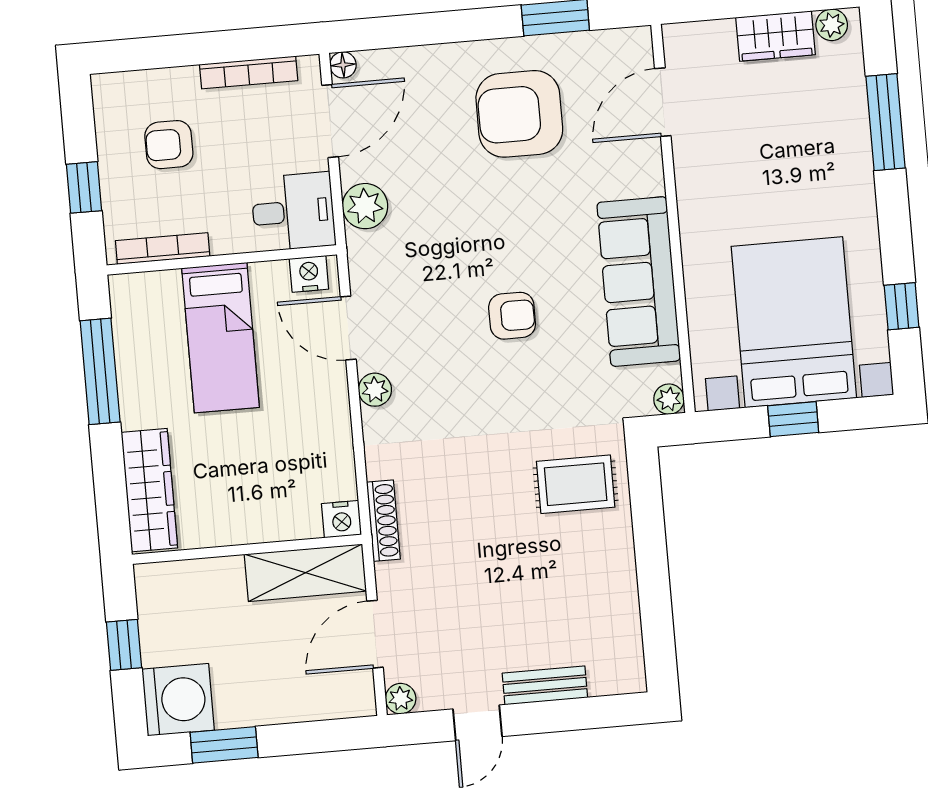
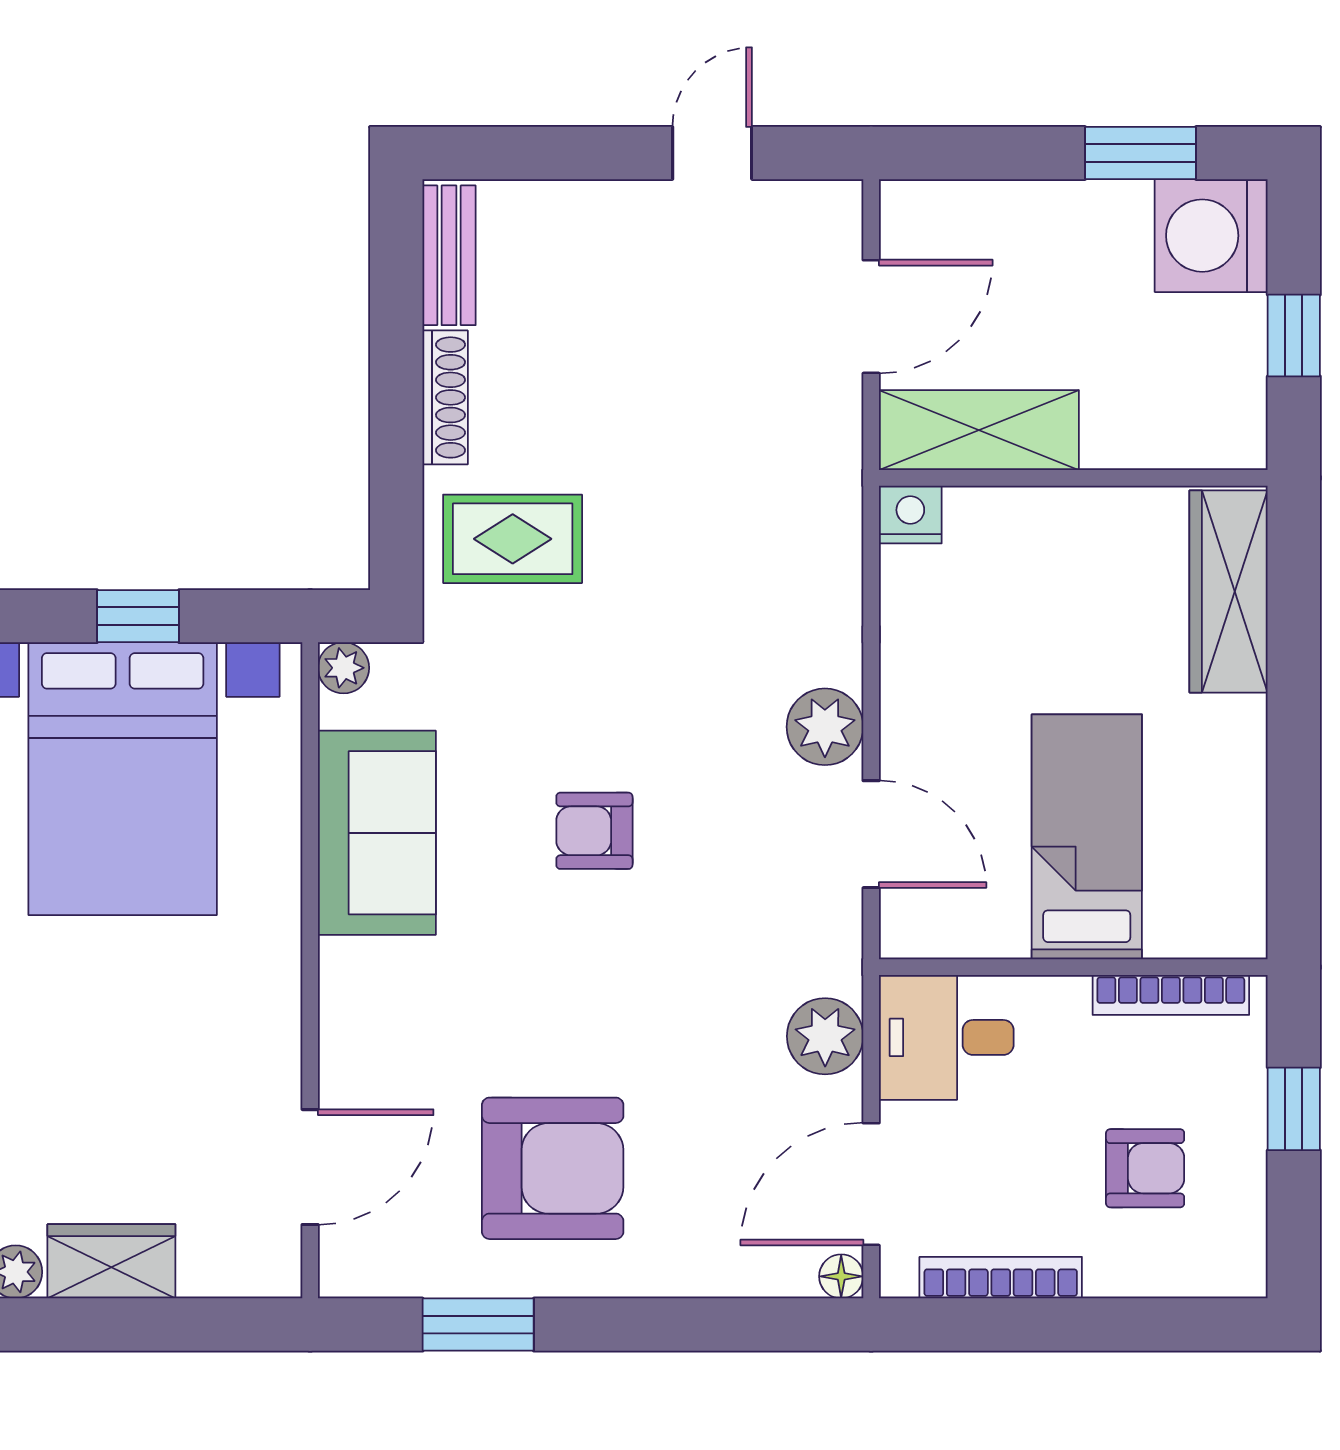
nightstand: (309, 274) -> (929, 931), removed
sofa: (639, 282) -> (377, 833), width x0.73
window: (100, 371) -> (1294, 798), removed
plant: (375, 390) -> (825, 727), width x1.38, depth x1.38
shoe rack: (383, 521) -> (445, 397), moved, turned 180
bench: (545, 685) -> (449, 255), moved, turned 90
plant: (401, 699) -> (838, 205), removed

